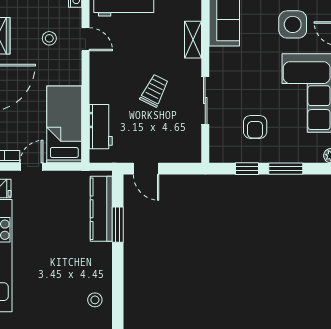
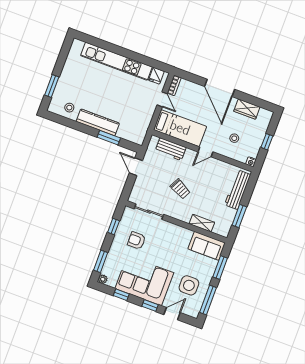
door: (85, 39) -> (205, 152), moved
sliding door: (205, 101) -> (149, 212), moved
door: (146, 169) -> (136, 167), hinge flipped
window: (286, 169) -> (101, 261), moved
kitchen counter: (101, 209) -> (98, 122), moved

